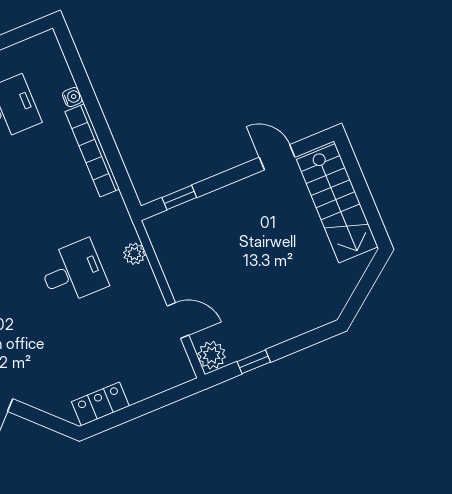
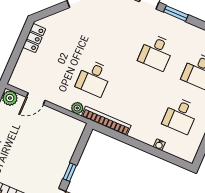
bookcase: (92, 150) -> (106, 121), moved
window: (179, 198) -> (70, 172), moved

